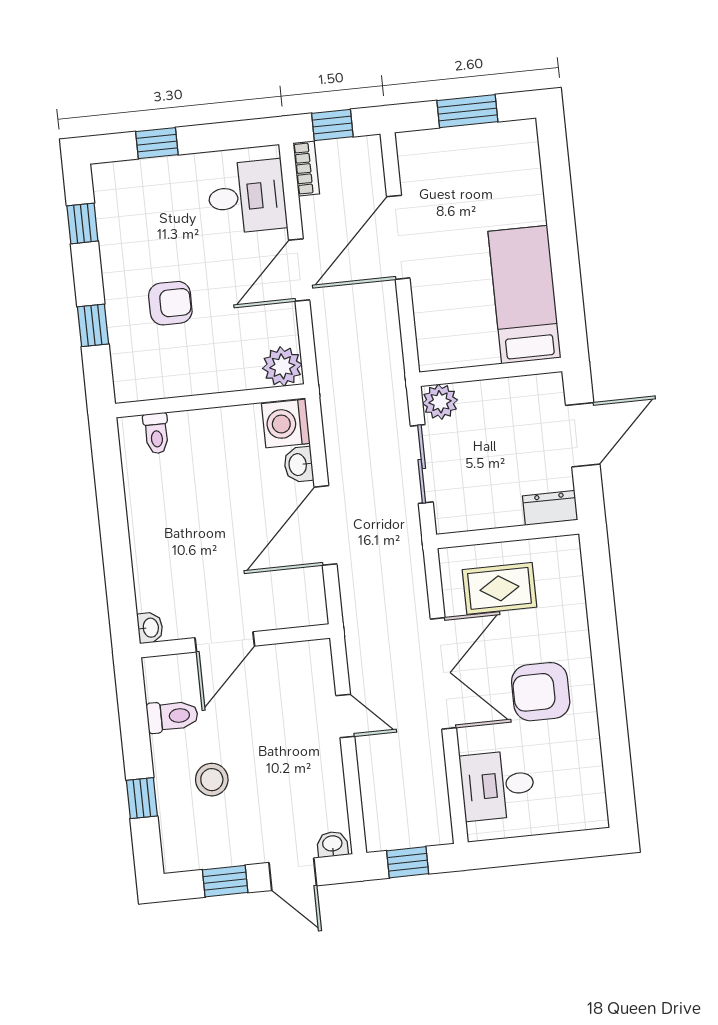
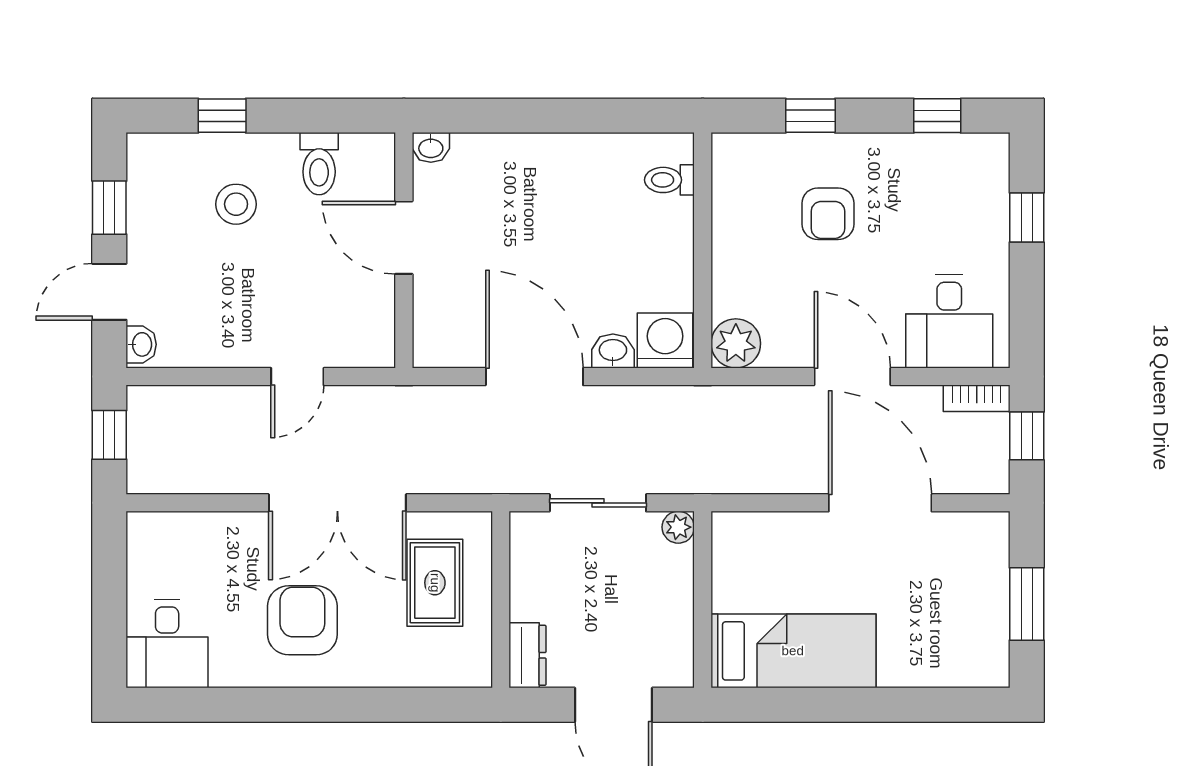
plant: (440, 402) -> (678, 527), width x0.73, depth x0.73
desk: (498, 785) -> (167, 644), moved, turned 180

